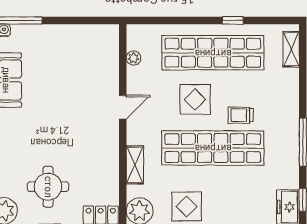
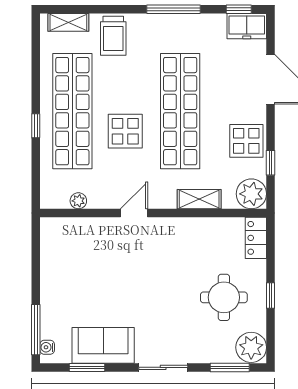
window: (233, 20) -> (36, 126), moved
door: (123, 107) -> (134, 213), hinge flipped
trolley: (241, 115) -> (113, 36), moved, width x1.36, depth x1.39

